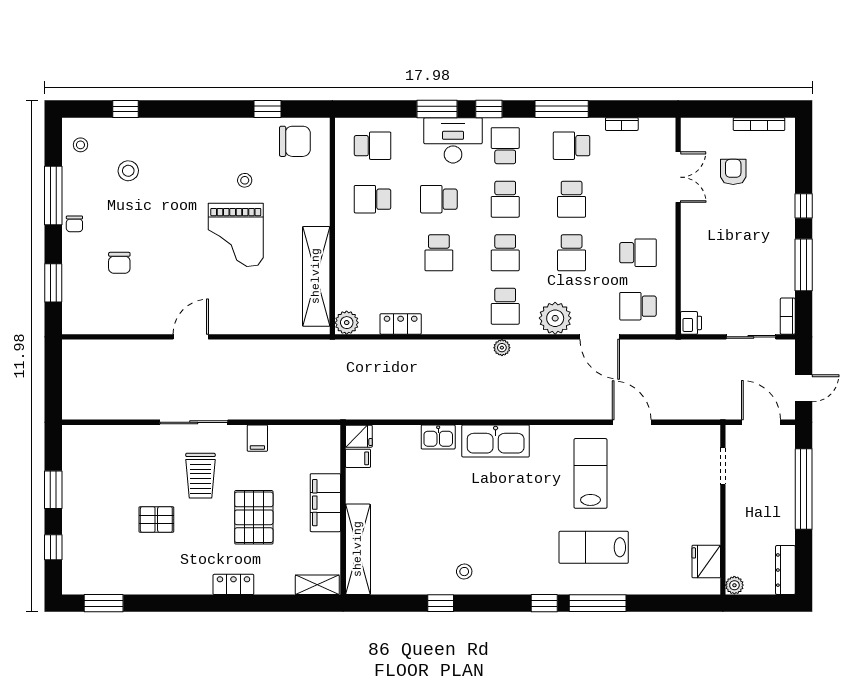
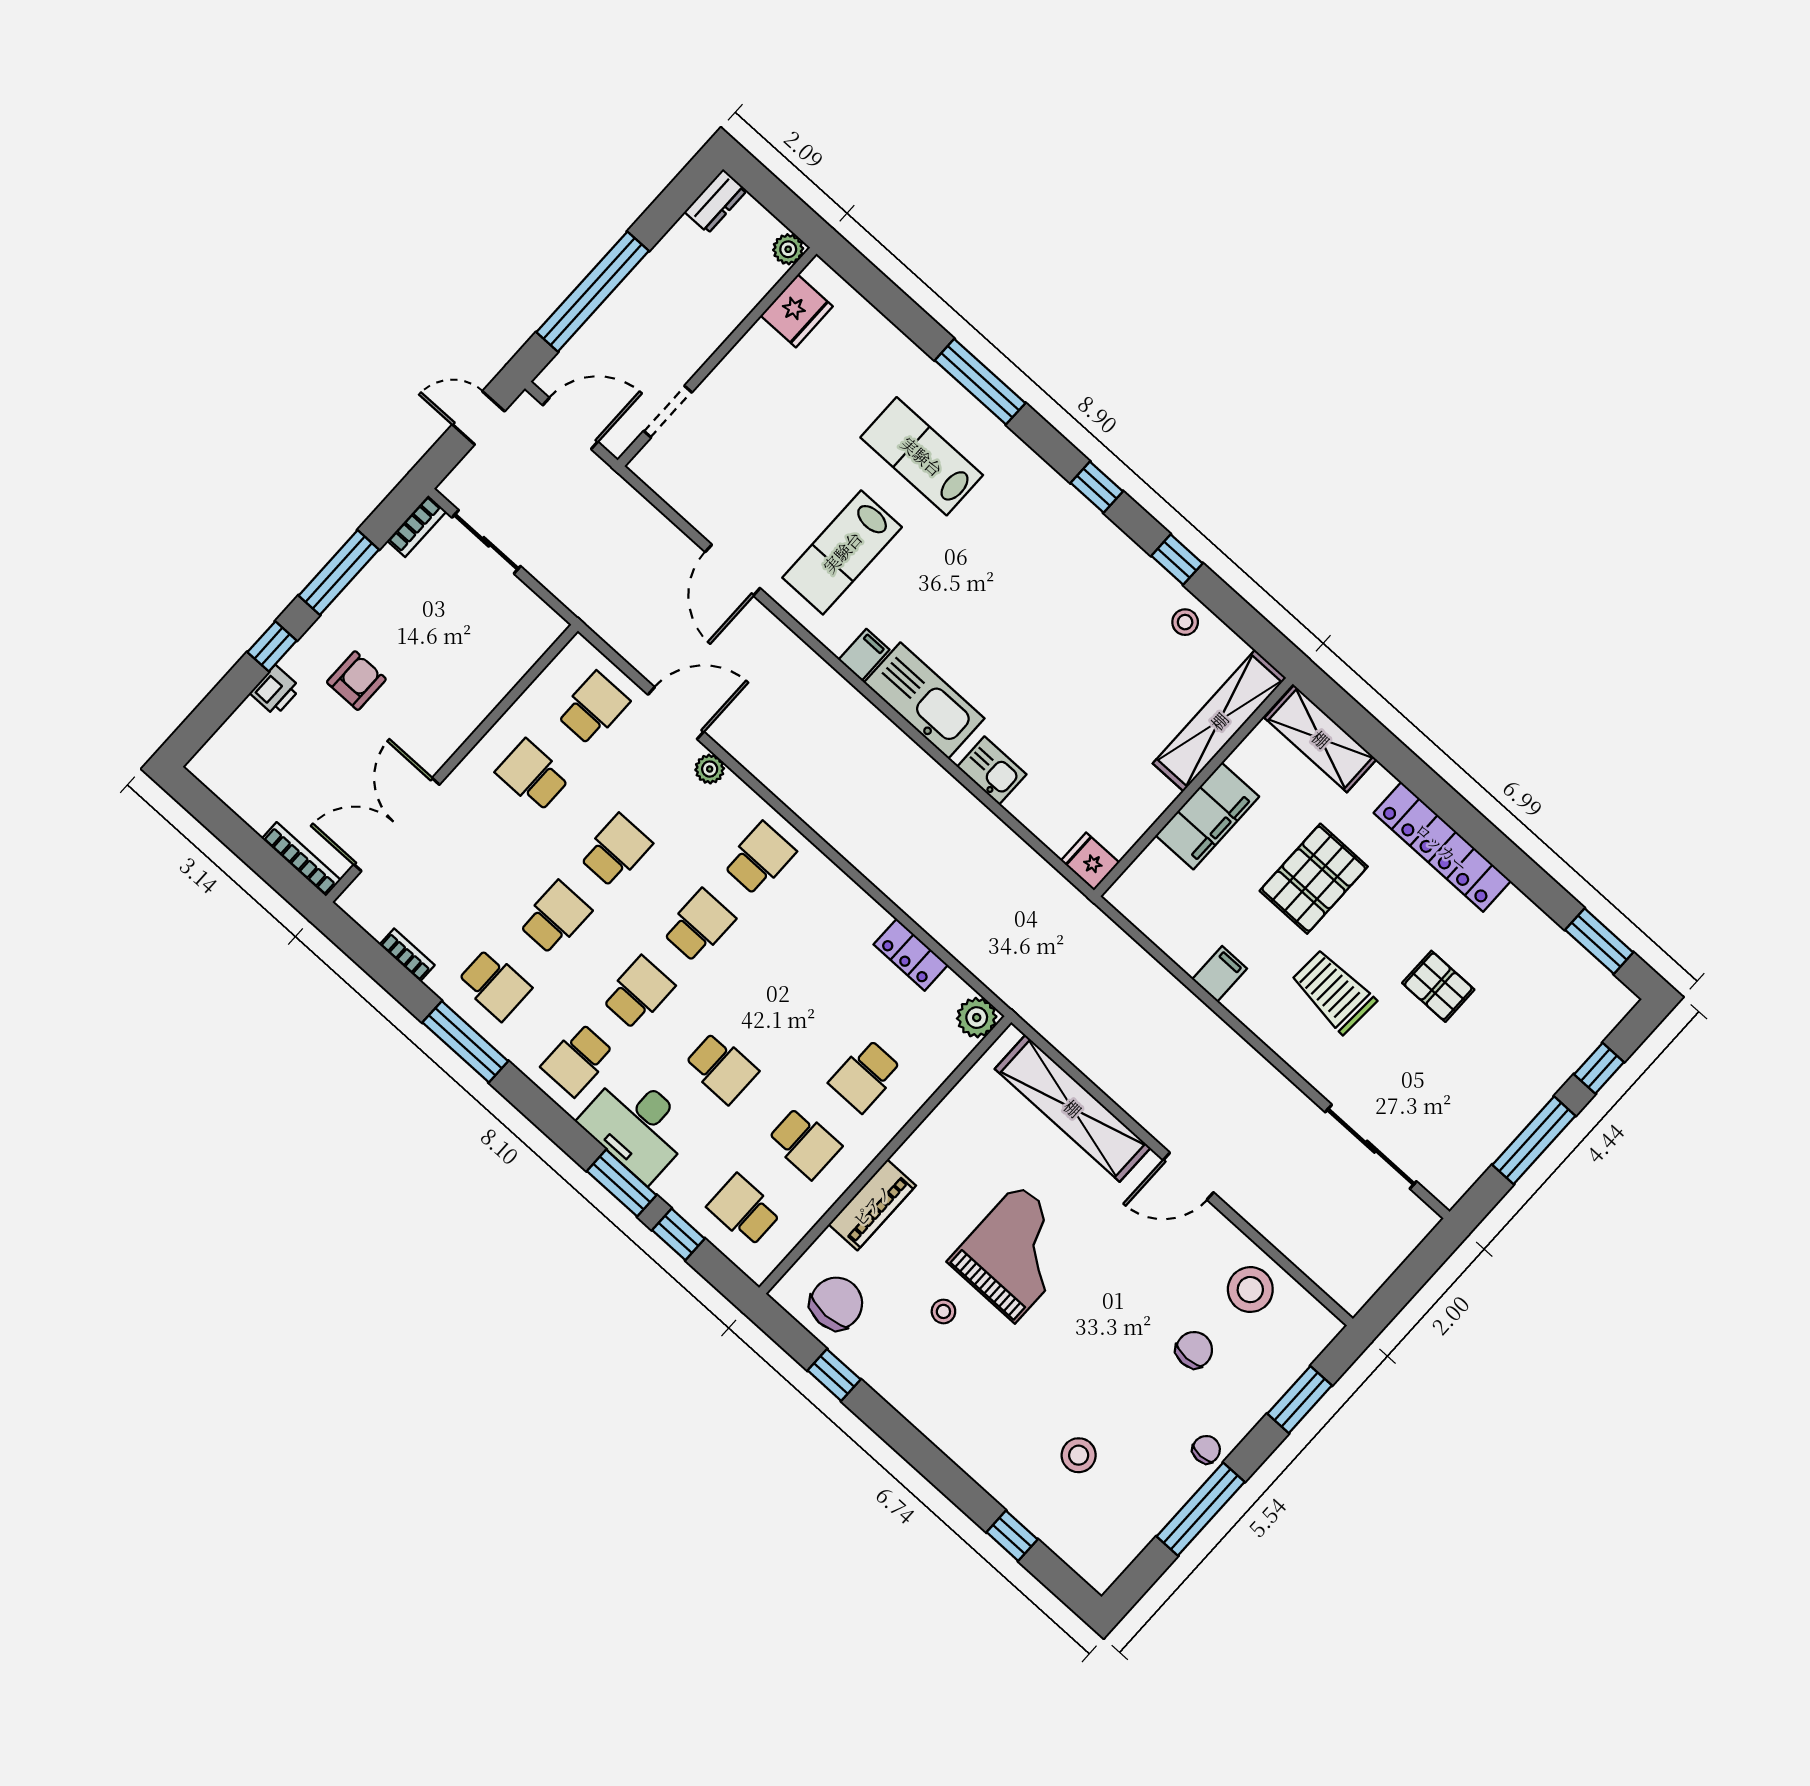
window: (489, 109) -> (678, 1234), moved
bookcase: (759, 124) -> (301, 859), moved
chair: (295, 141) -> (836, 1303), turned 90
stool: (80, 145) -> (1250, 1290), moved, width x1.89, depth x1.89
armchair: (733, 172) -> (356, 681), moved, turned 180
double door: (678, 177) -> (397, 825), width x1.37
piano: (318, 199) -> (872, 1205), added
school desk: (439, 253) -> (865, 1076), moved, turned 180
shelving: (316, 276) -> (1073, 1108), moved, turned 90
school desk: (638, 306) -> (593, 708), turned -90
plant: (555, 318) -> (710, 769), width x0.53, depth x0.53
printer: (691, 323) -> (275, 690), moved, turned 180
door: (600, 337) -> (676, 713), hinge flipped
plant: (502, 348) -> (811, 810), removed
sliding door: (194, 422) -> (1371, 1147), moved
door: (761, 422) -> (570, 423), swing flipped
filing cabinet: (358, 458) -> (864, 655), moved, turned 90
trolley: (200, 476) -> (1333, 991), turned -87
window: (53, 490) -> (1534, 1140), width x1.44
lab bench: (594, 547) -> (922, 456), turned 180
dresser: (785, 570) -> (716, 201), width x0.70
stool: (464, 572) -> (1185, 622), moved
locker: (233, 584) -> (1442, 847), width x2.16, depth x1.21
shelving: (317, 585) -> (1321, 739), width x1.50, depth x1.33
window: (544, 603) -> (1097, 487), moved

